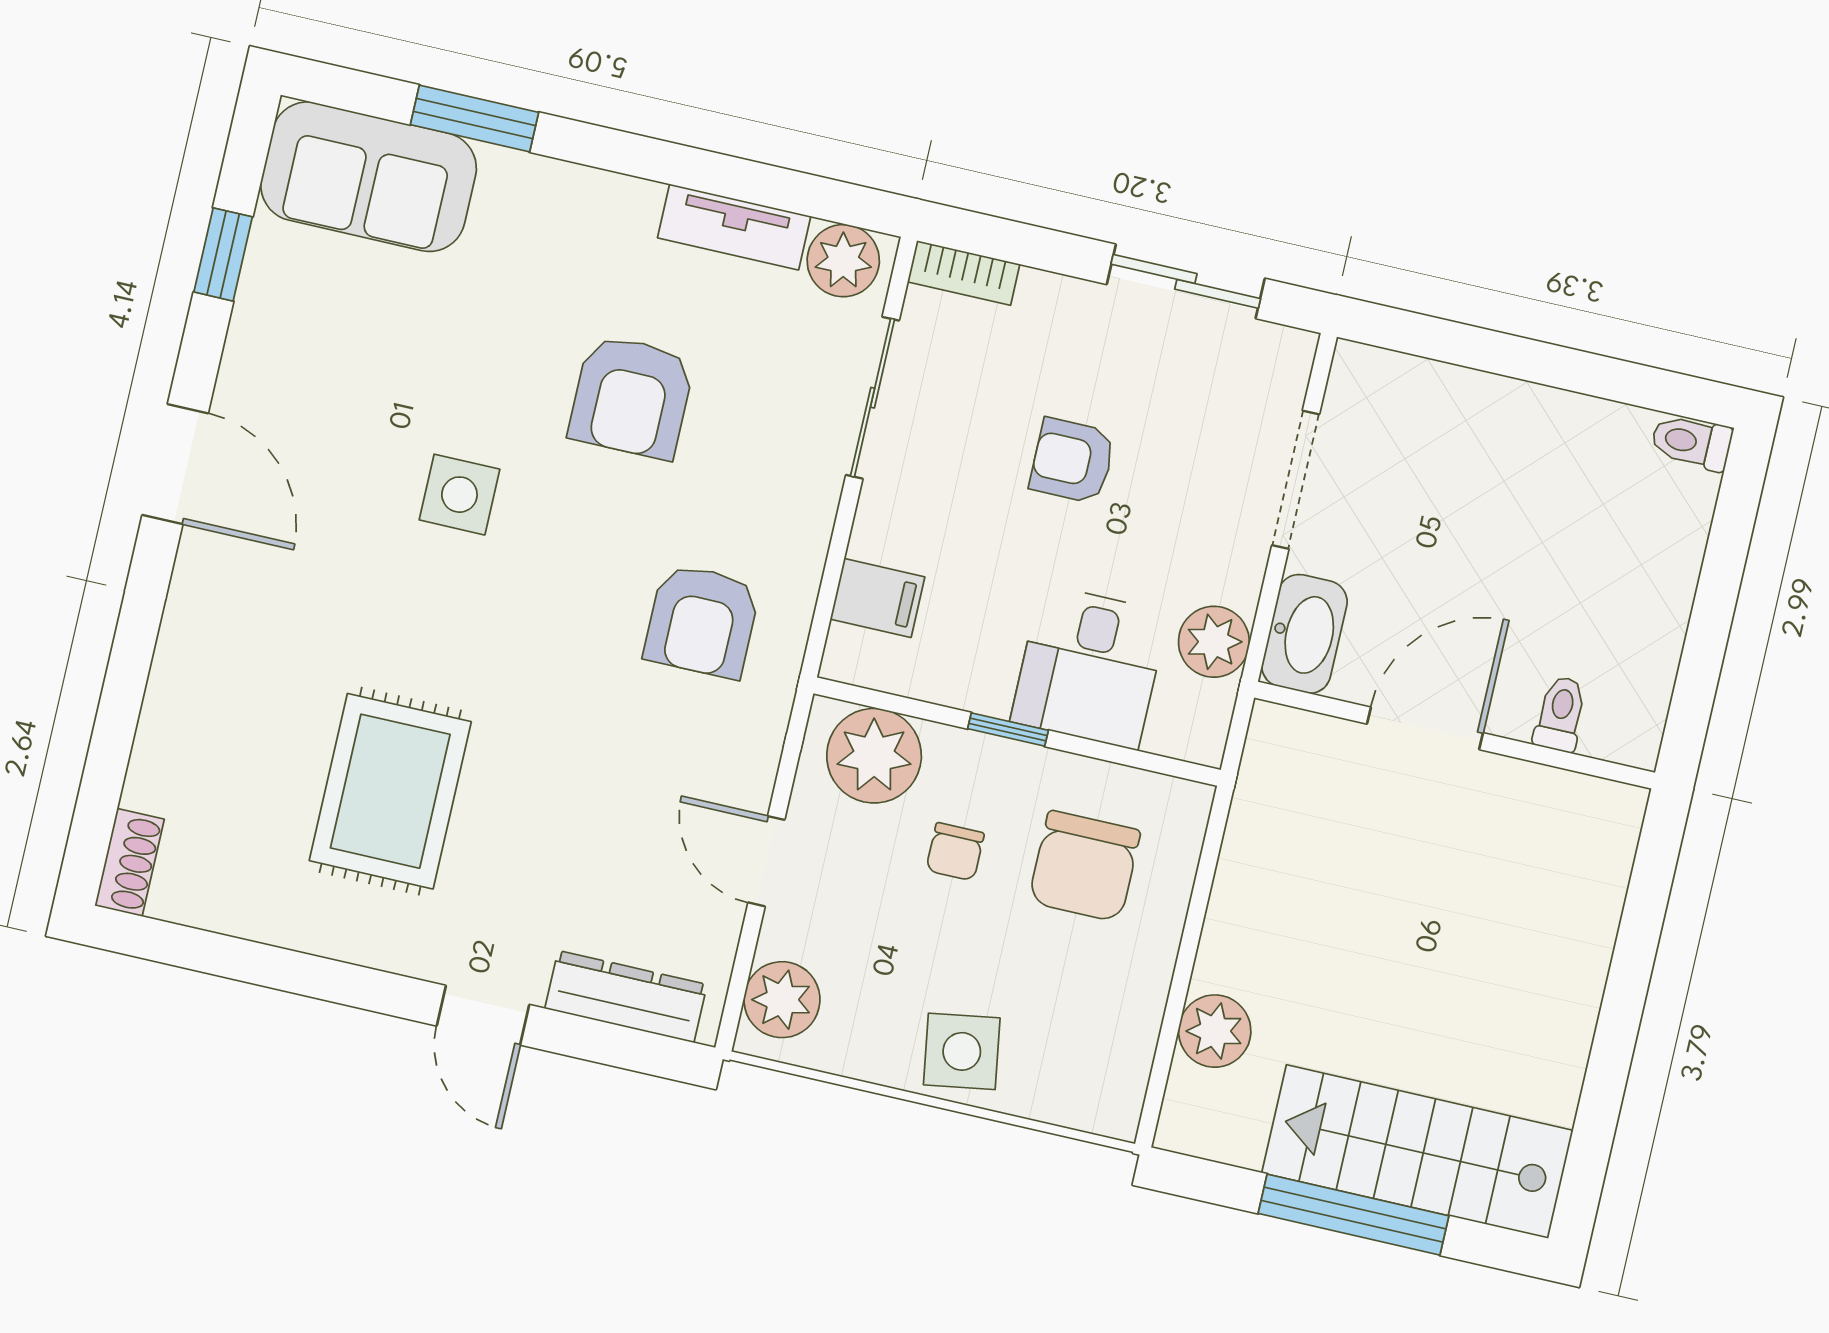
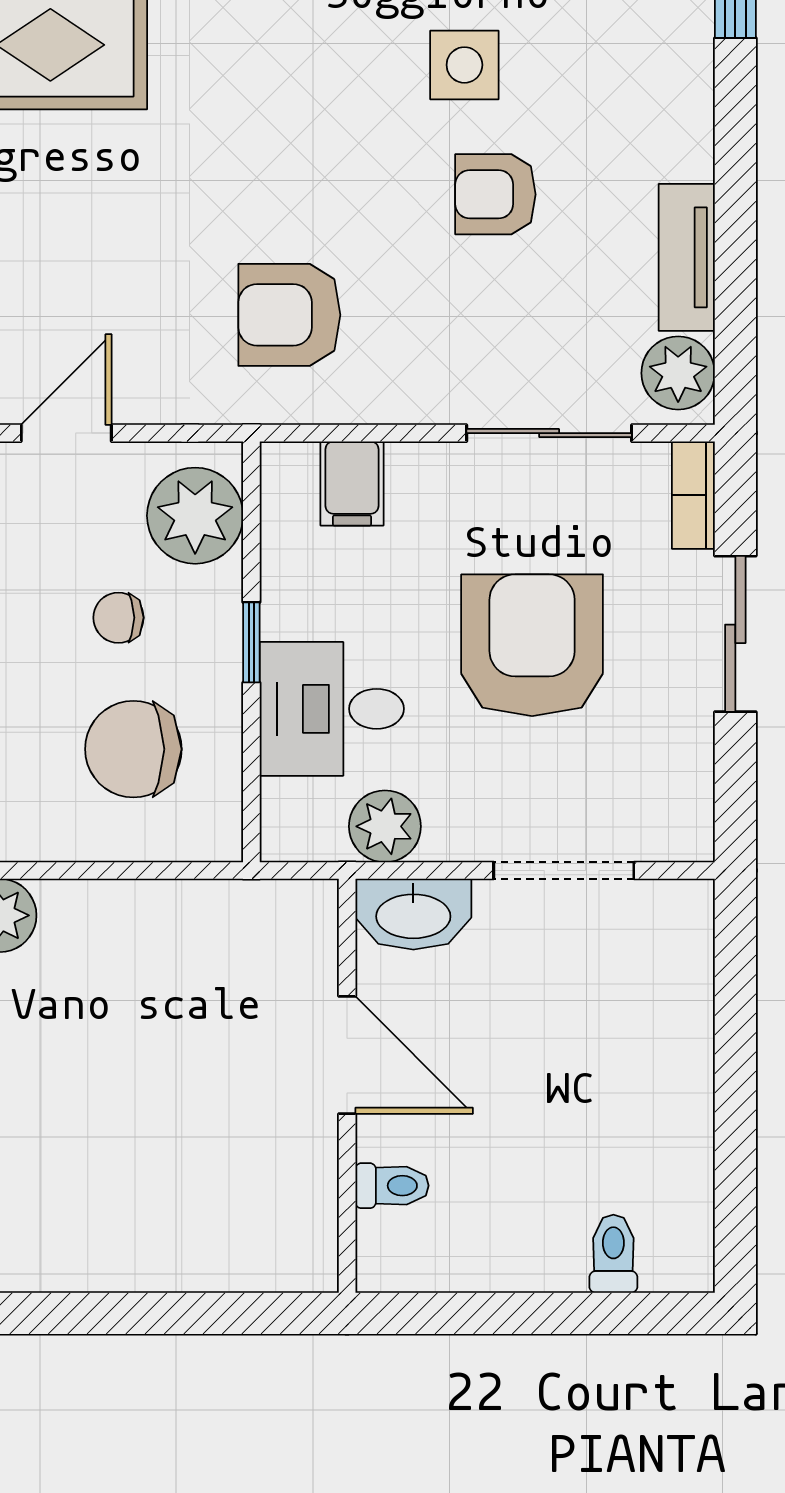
sliding door: (1186, 281) -> (735, 634), moved
armchair: (631, 397) -> (495, 194), width x0.72, depth x0.72
toilet: (1691, 442) -> (613, 1254), moved
armchair: (1072, 461) -> (532, 645), width x1.88, depth x1.88
side table: (459, 495) -> (464, 65), moved

